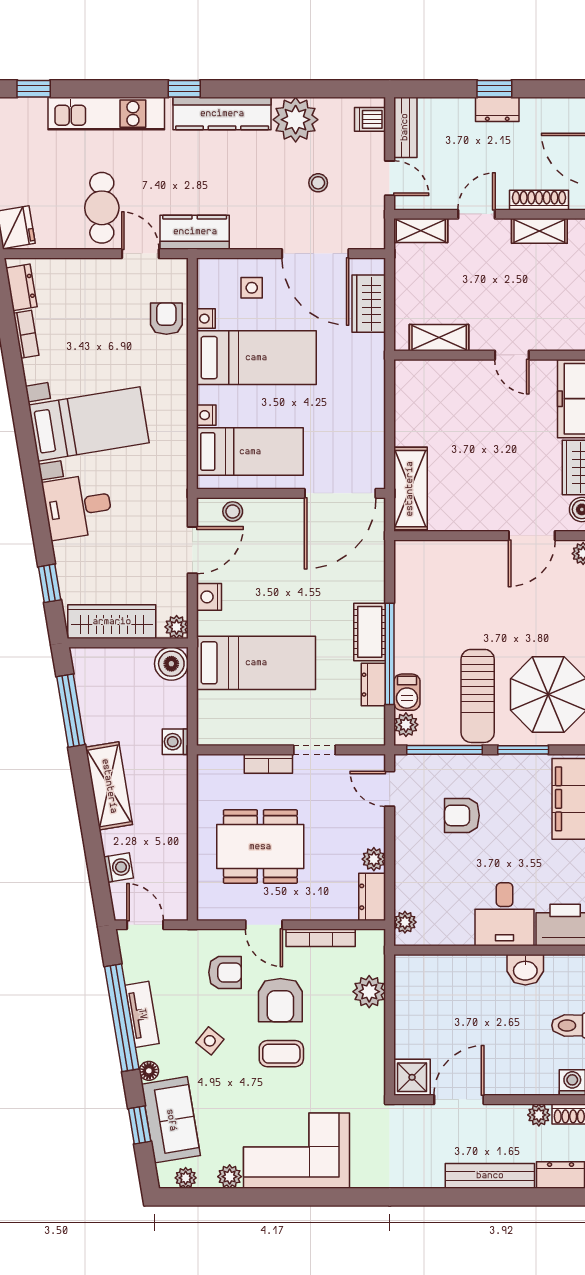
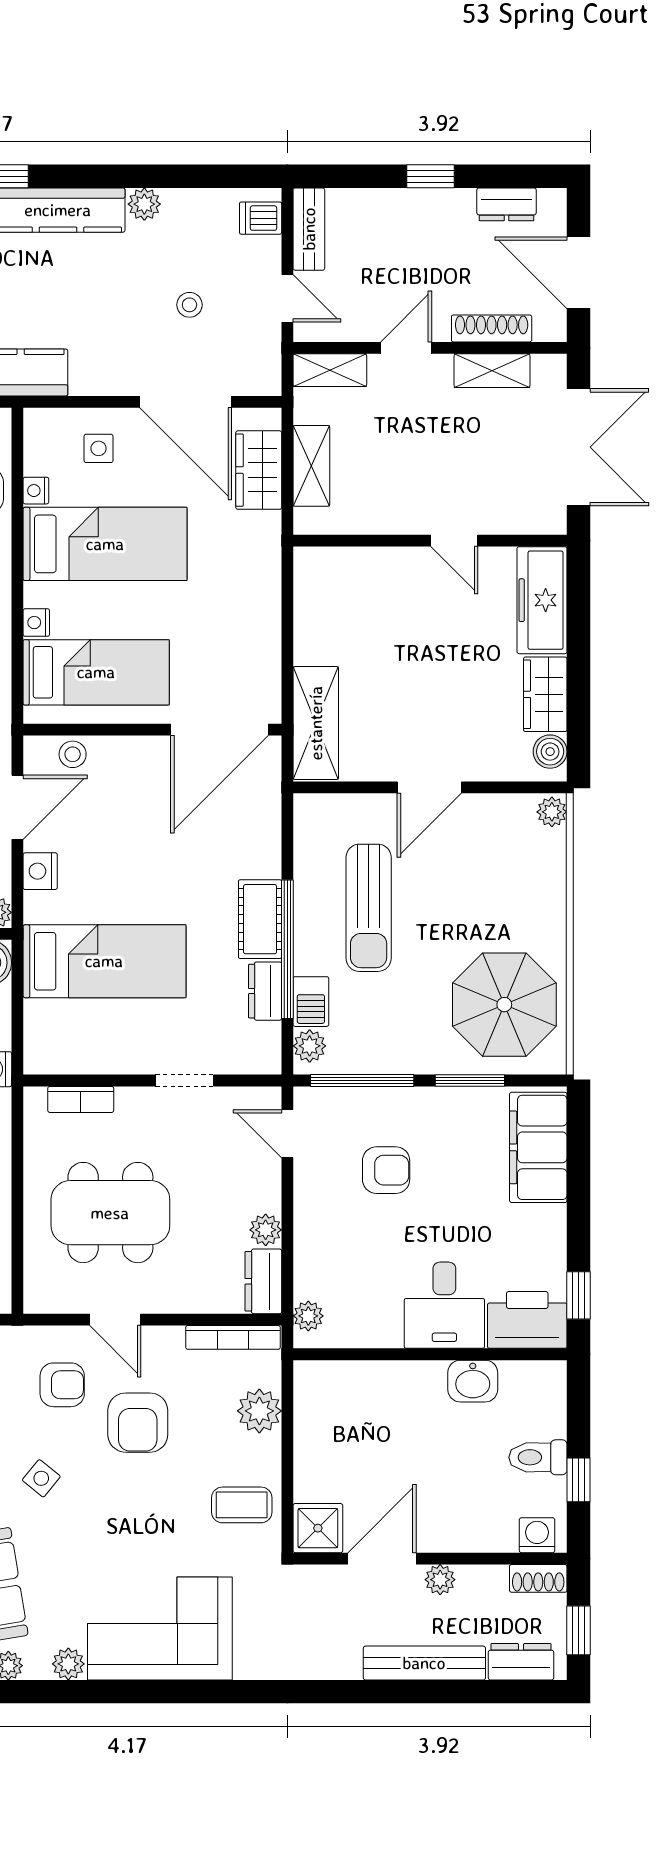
dresser: (497, 109) -> (506, 204), moved
plant: (296, 120) -> (144, 204), width x0.53, depth x0.53
shelving: (439, 338) -> (311, 466), moved, turned 90
door: (532, 536) -> (429, 787), moved
sun lounger: (478, 696) -> (369, 908), moved
bookcase: (268, 764) -> (81, 1099), moved
armchair: (462, 815) -> (386, 1170), turned 180
bookcase: (321, 938) -> (233, 1337), moved
coffee table: (281, 1054) -> (242, 1505), moved
plant: (539, 1115) -> (440, 1580), moved

